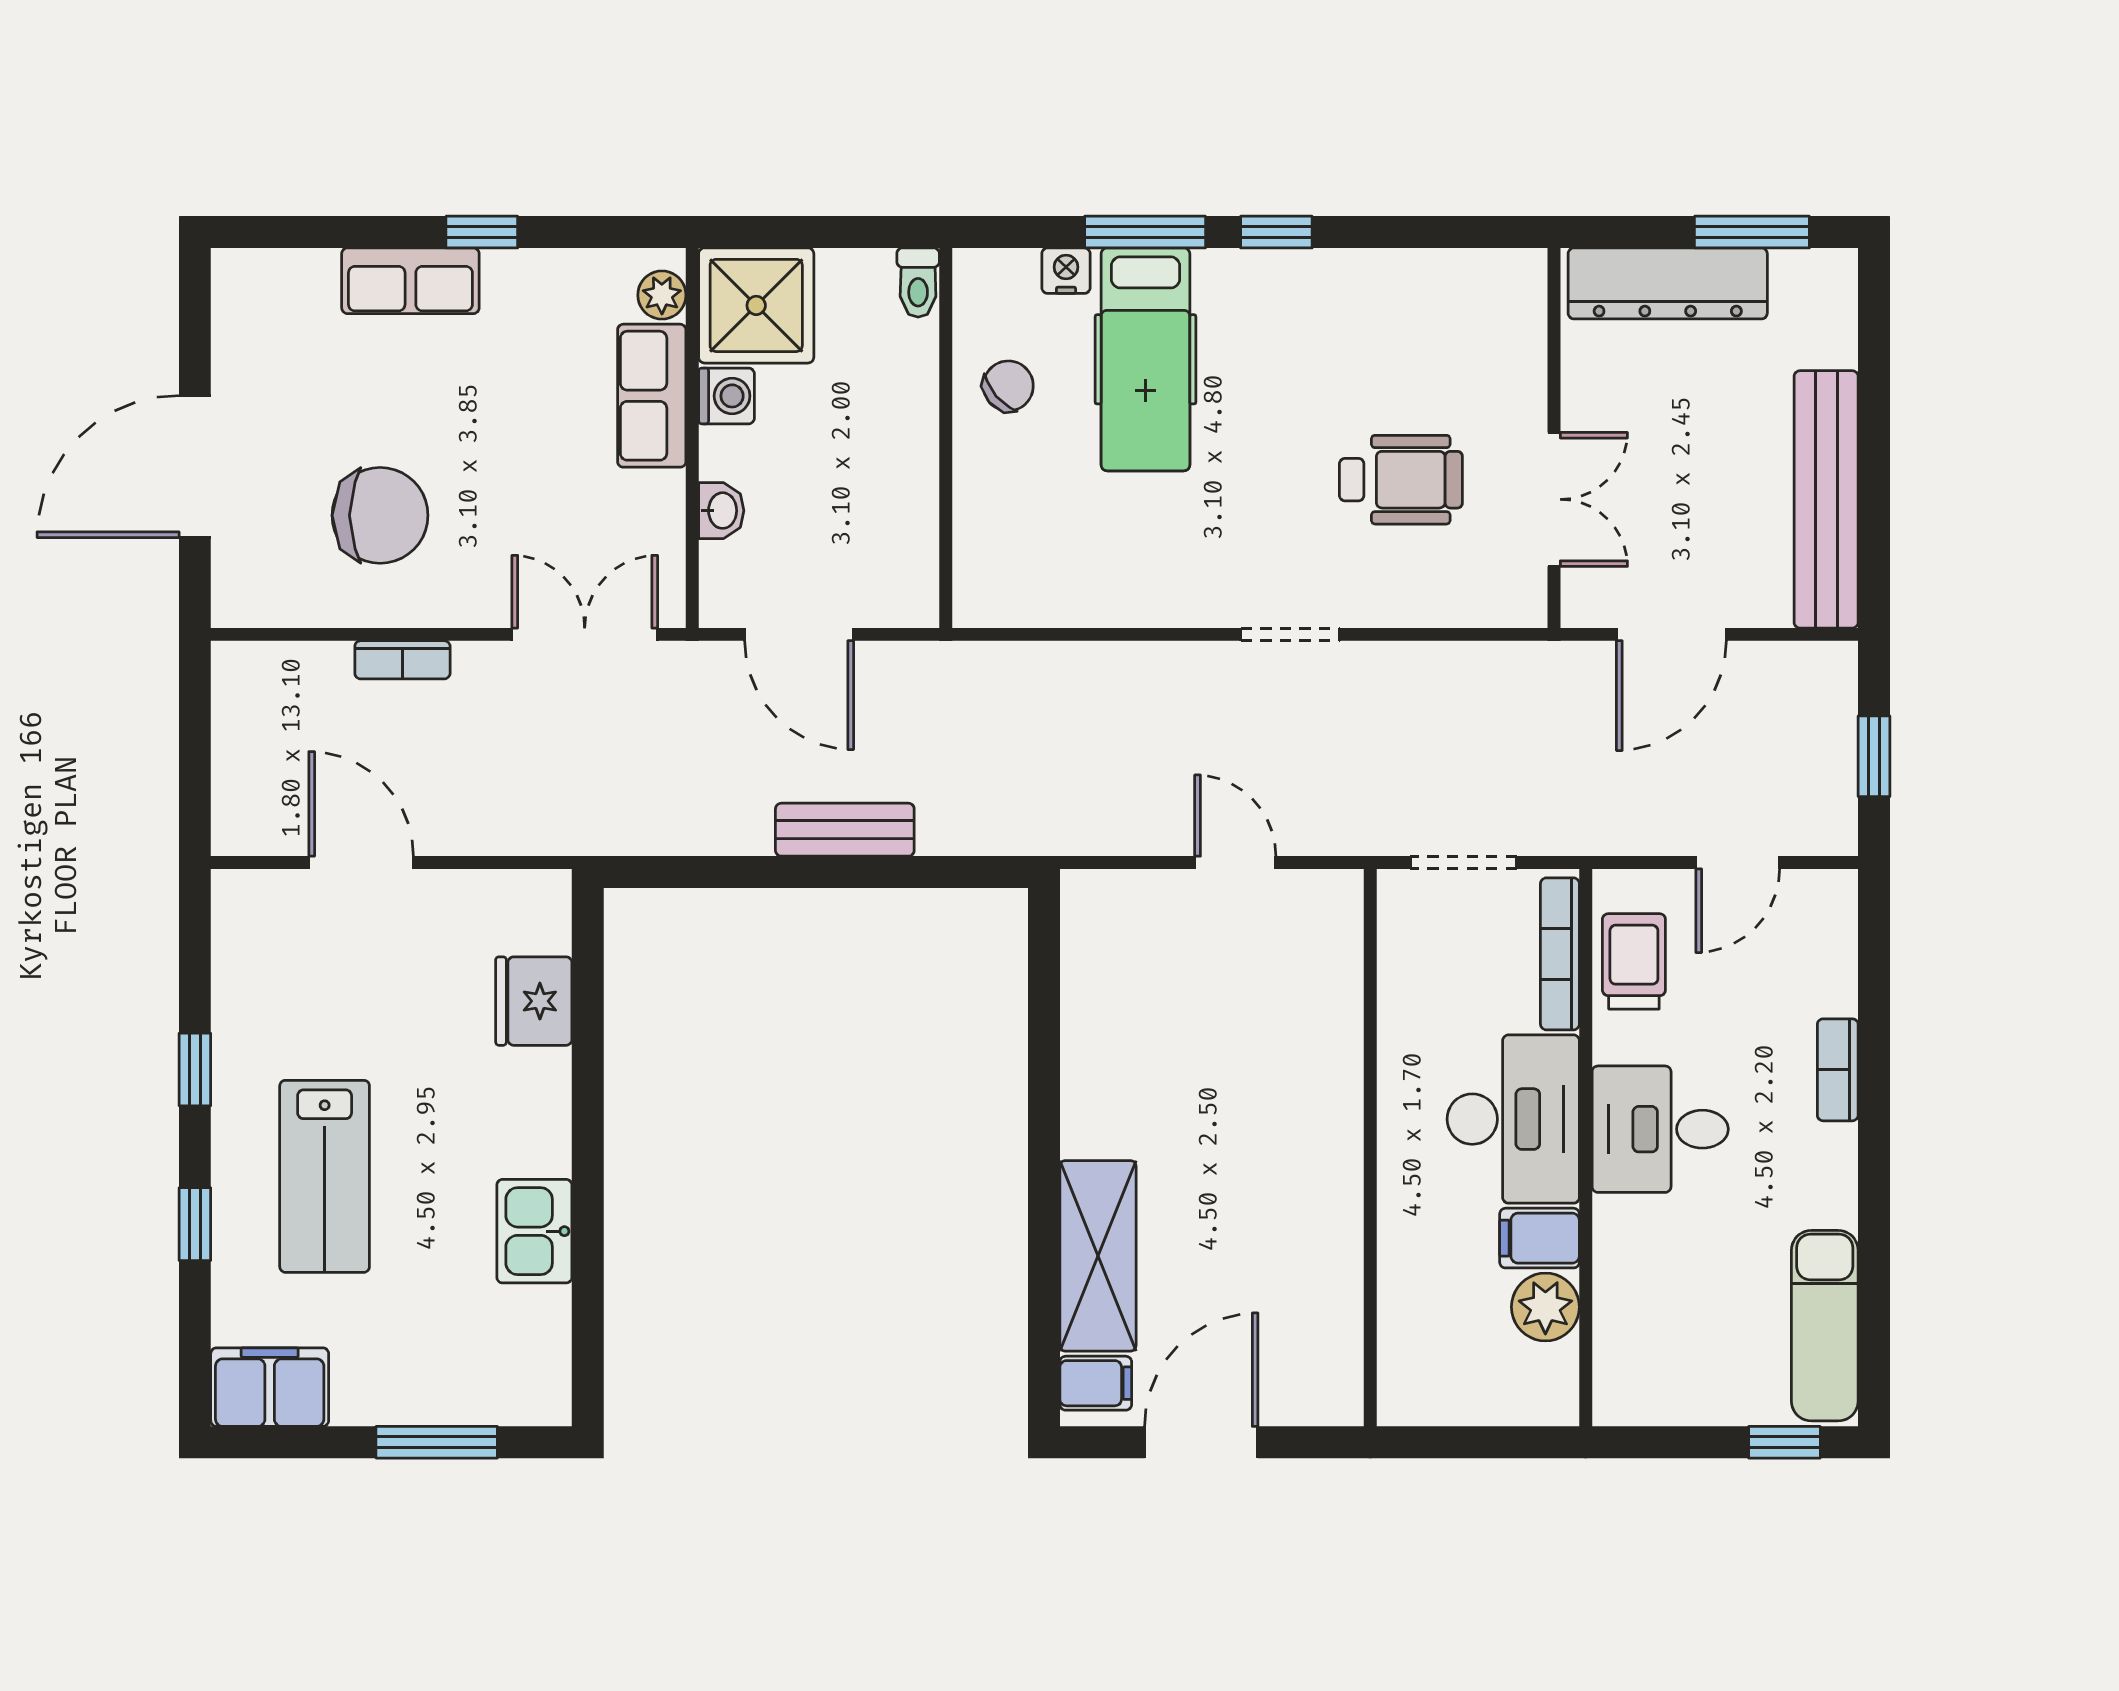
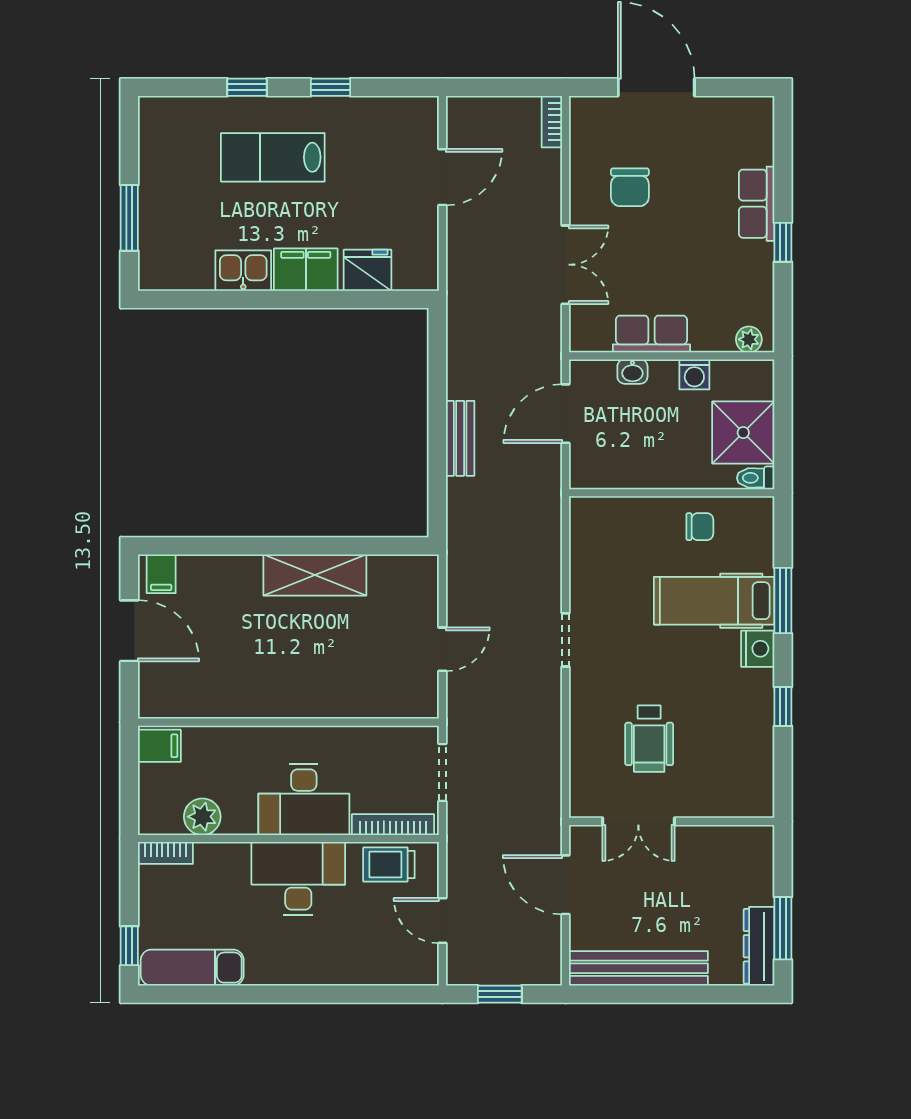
window: (1276, 232) -> (783, 706), moved
nightstand: (1066, 271) -> (758, 649), moved, width x1.39, depth x1.35
dresser: (1668, 283) -> (759, 946), moved, width x0.73, depth x0.80
shower: (756, 305) -> (743, 433), moved
chair: (1008, 386) -> (700, 527), turned -49
row of seats: (652, 396) -> (651, 334), moved
chair: (380, 515) -> (630, 187), width x0.73, depth x0.73
double door: (585, 634) -> (566, 265), moved
doorway: (1290, 634) -> (566, 640), moved
bookcase: (402, 660) -> (552, 122), moved
trolley: (1634, 961) -> (389, 865), turned 180
bookcase: (1838, 1070) -> (165, 853), moved, turned 180
desk: (1660, 1129) -> (298, 879), width x1.37
filing cabinet: (1540, 1238) -> (159, 746), moved, turned 90
shelving: (1098, 1256) -> (315, 575), moved
filing cabinet: (270, 1387) -> (306, 270), moved, turned -90

